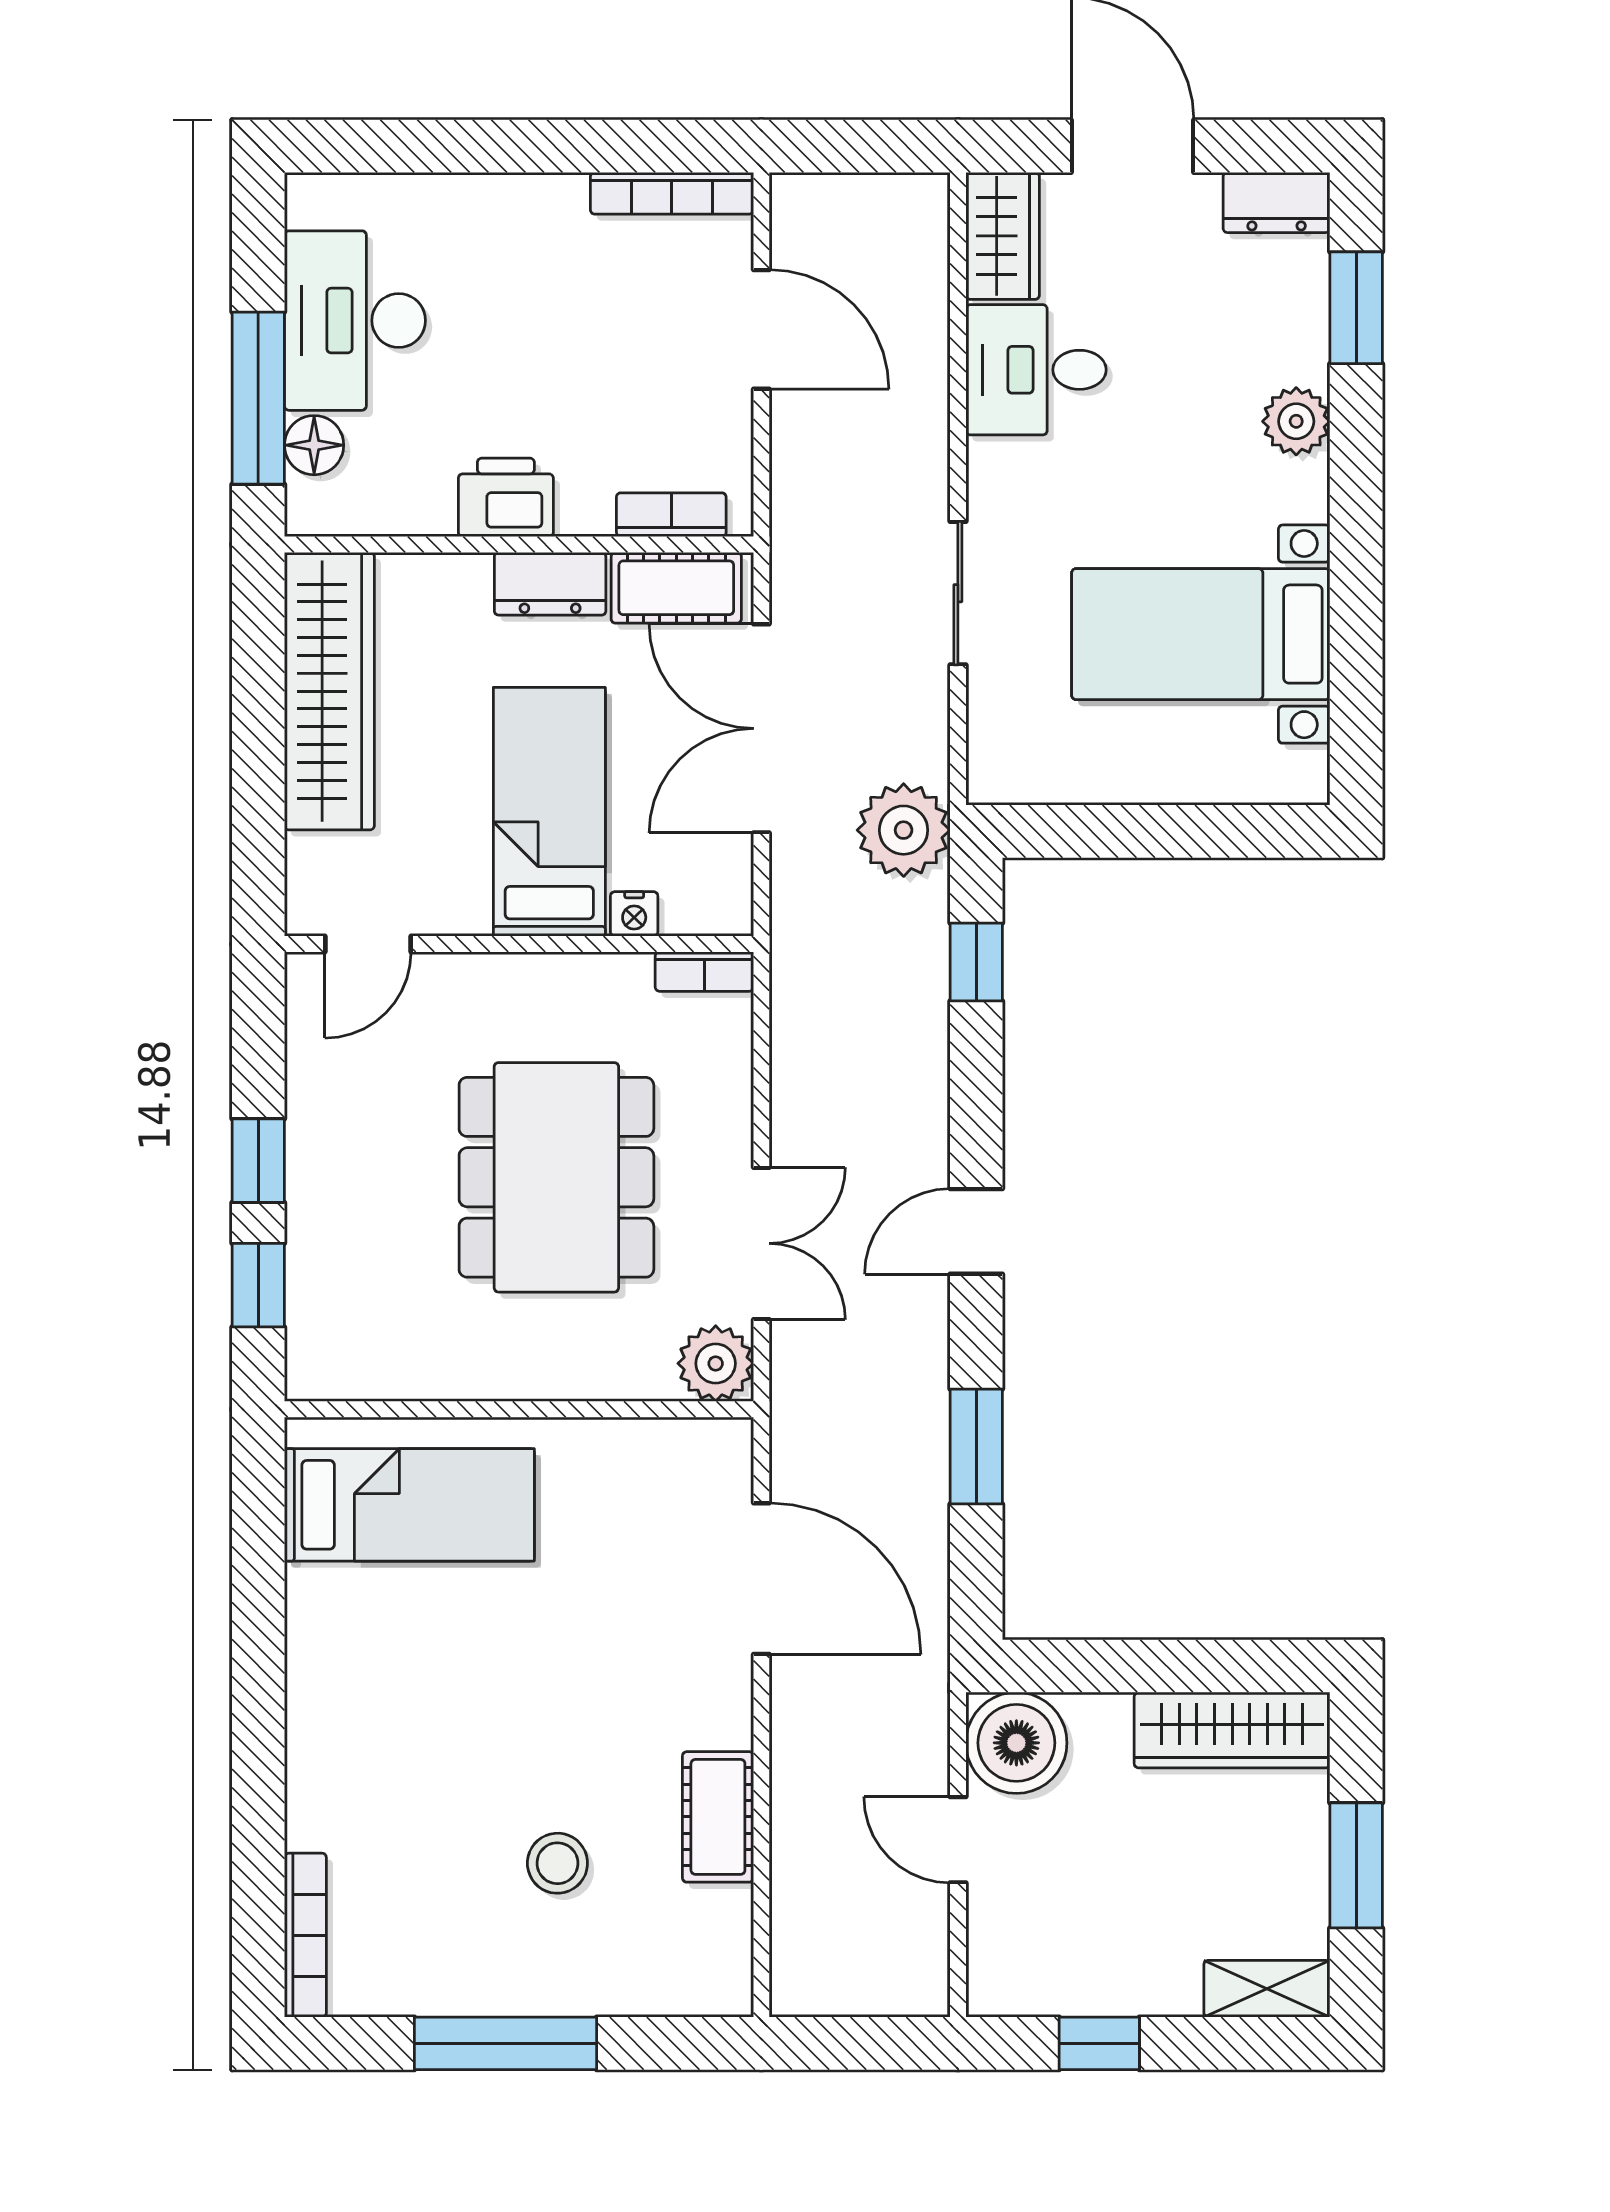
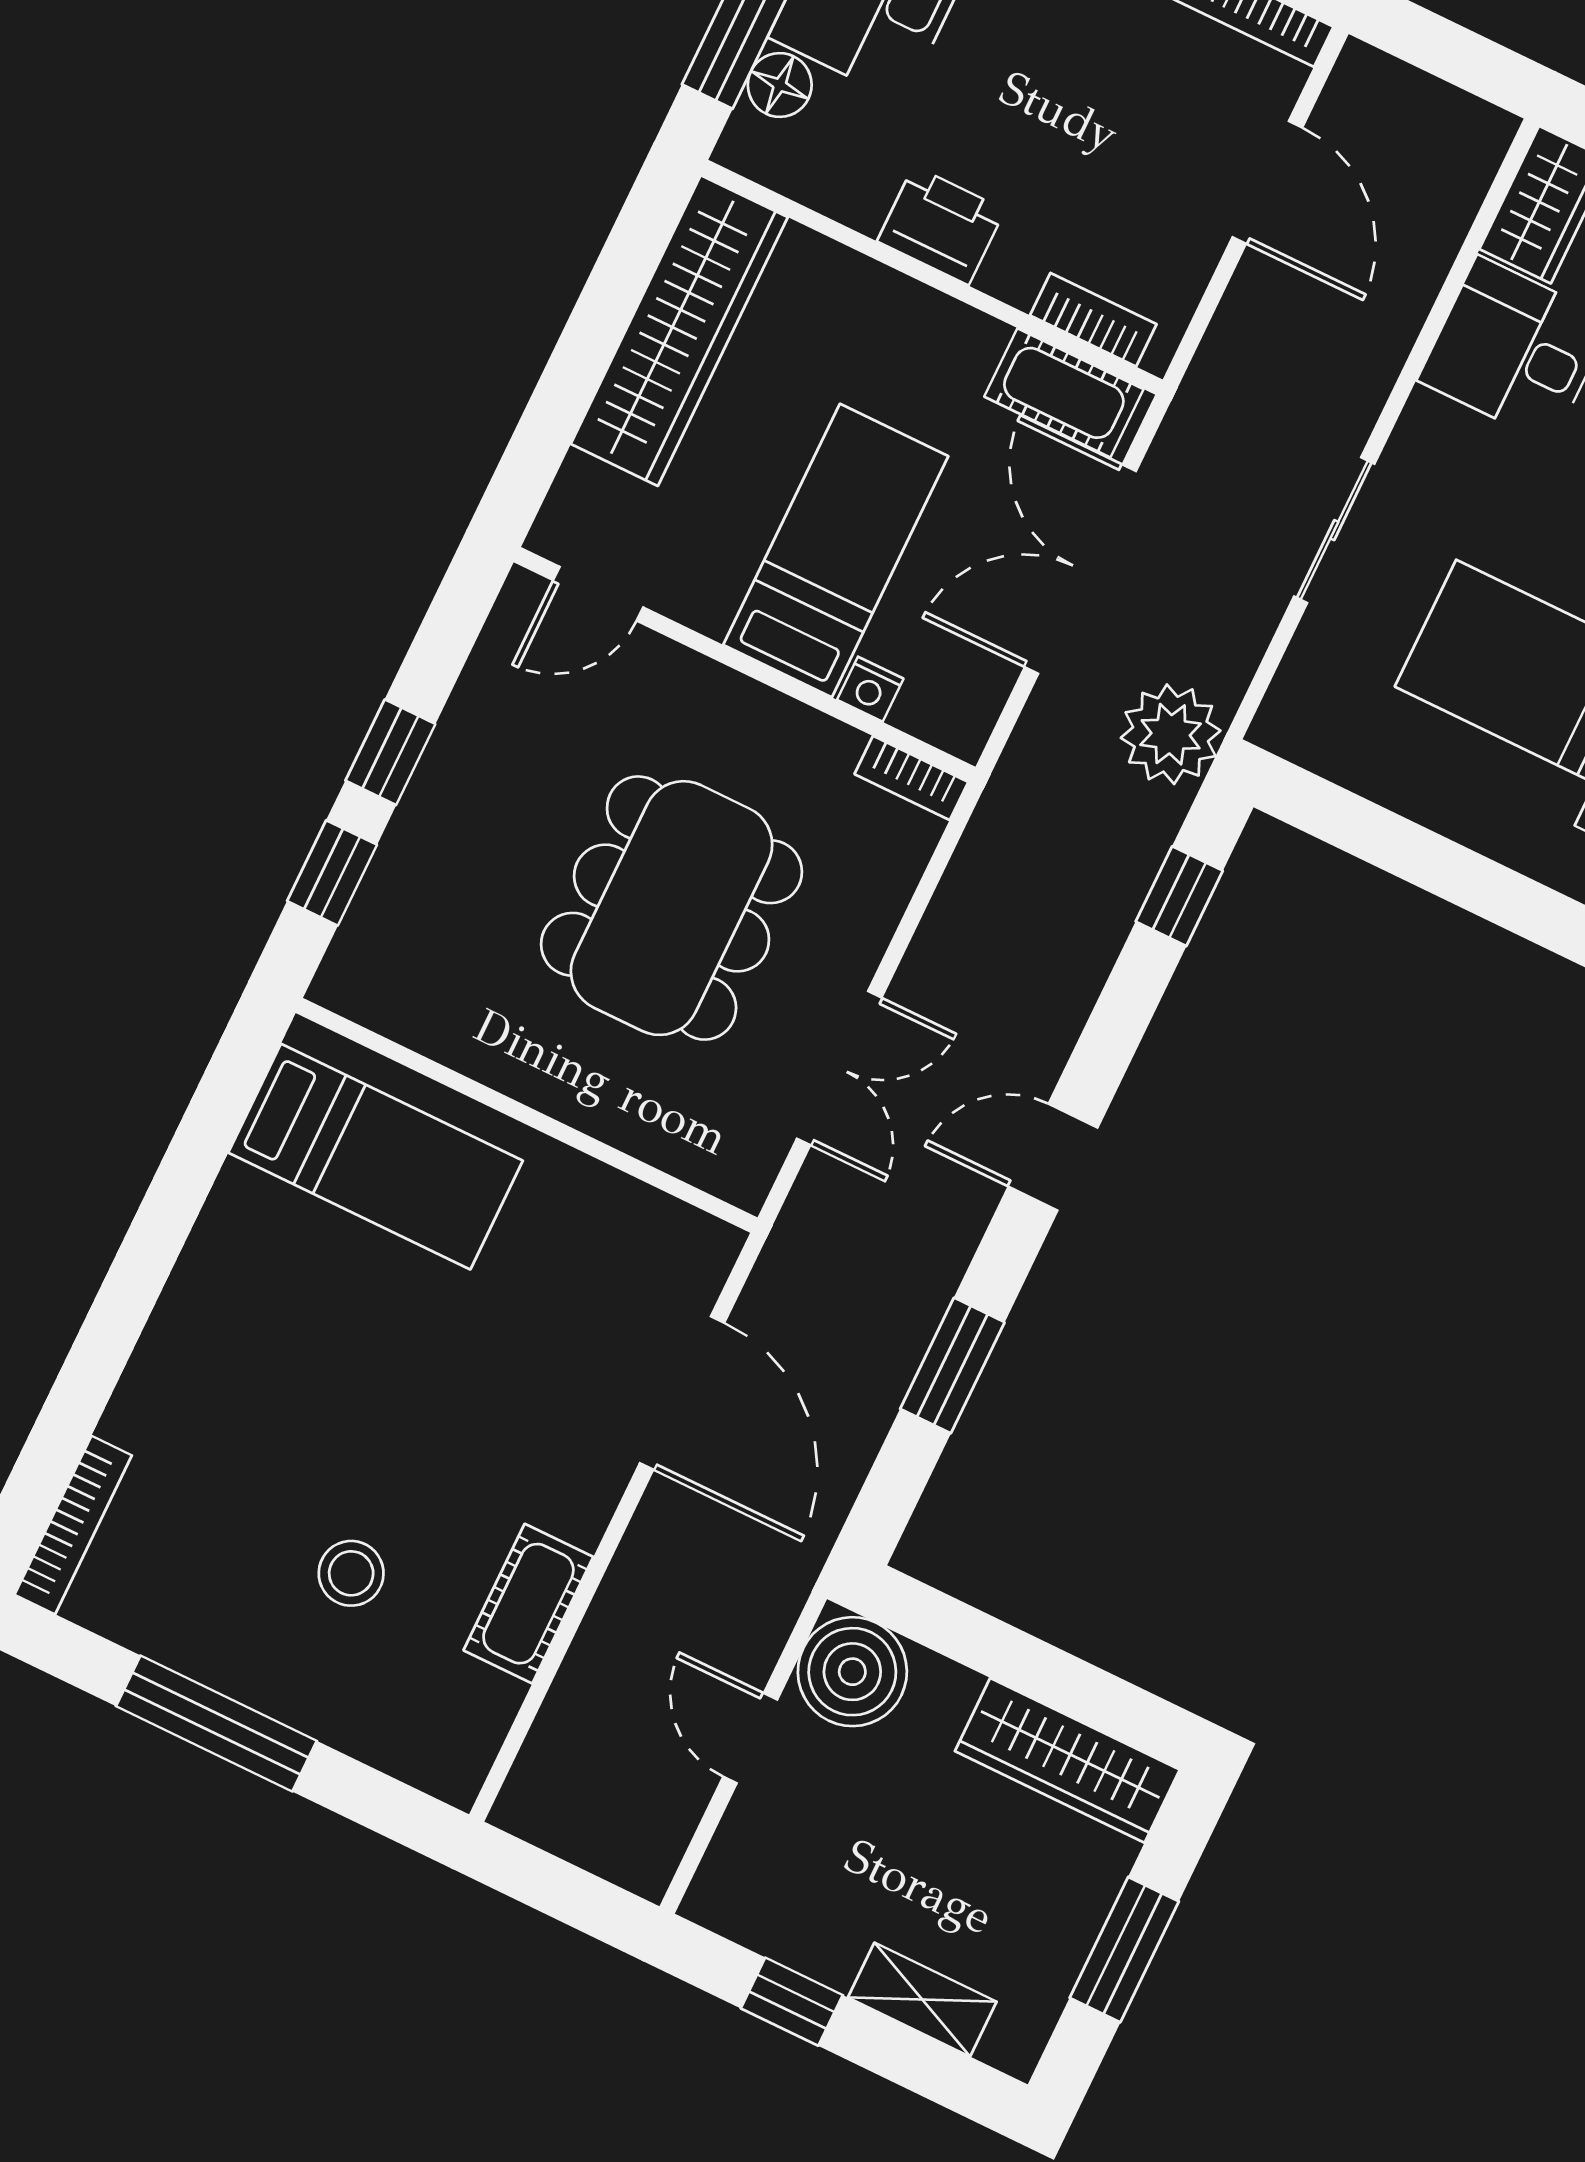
dresser: (550, 584) -> (943, 330), removed
plant: (716, 1363) -> (739, 1163), removed
shelving: (1267, 1989) -> (922, 2000), moved

